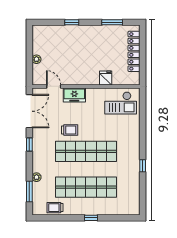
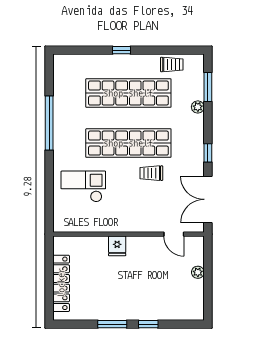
window: (112, 22) -> (112, 324), moved
fridge: (106, 78) -> (117, 246), moved
freezer: (74, 95) -> (145, 222), removed
checkout: (121, 103) -> (83, 186), moved
window: (143, 166) -> (49, 123), width x3.17

